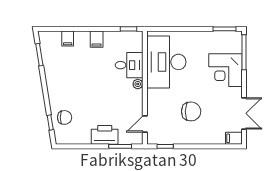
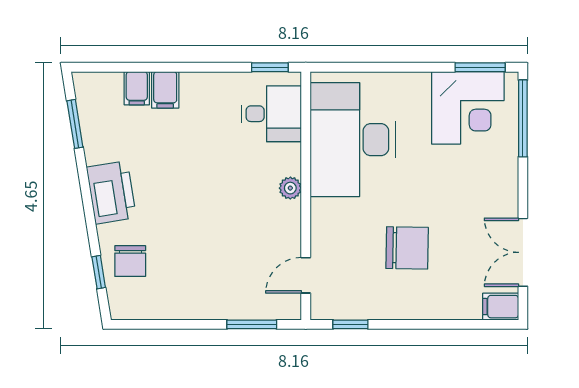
filing cabinet: (97, 39) -> (165, 90), moved
desk: (129, 65) -> (271, 114), moved
corner desk: (225, 70) -> (468, 108), moved, turned -90
double door: (244, 113) -> (523, 252), swing flipped
chair: (65, 117) -> (130, 261), turned 90
printer: (105, 135) -> (111, 192), moved, turned 81

